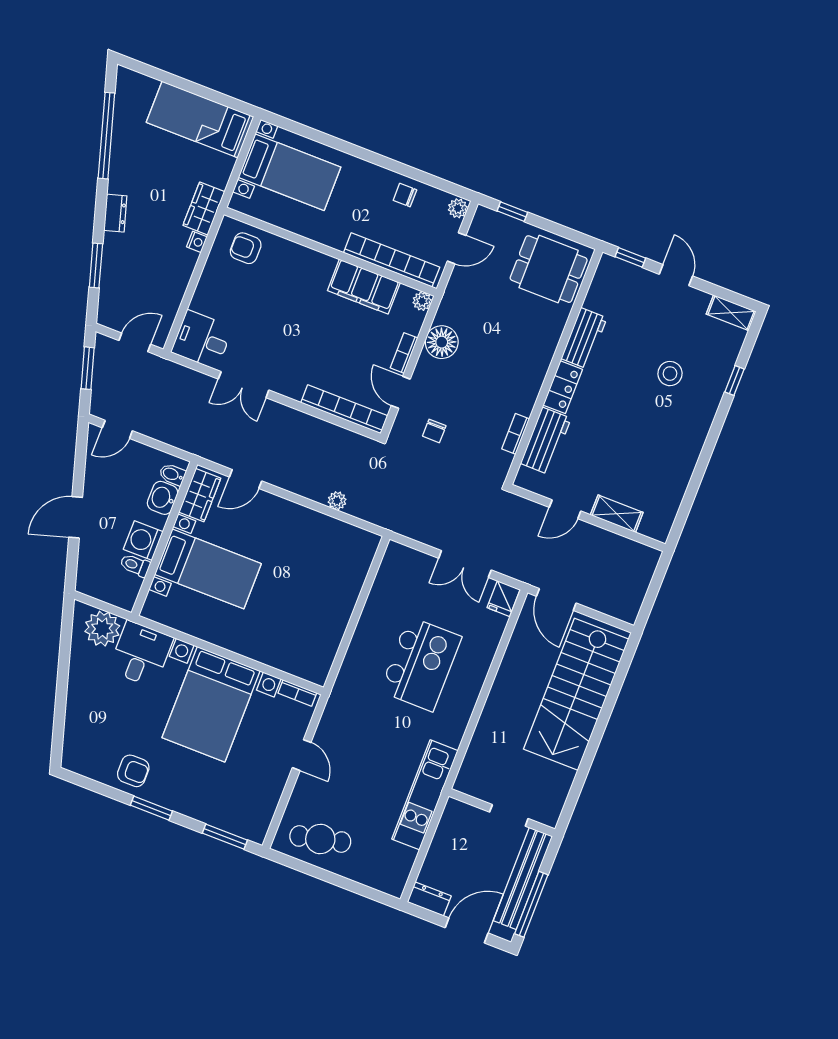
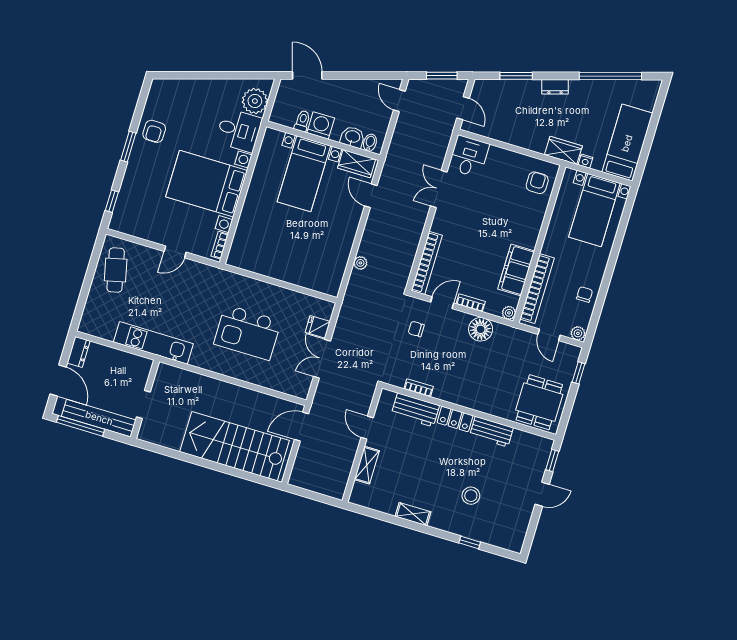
nightstand: (197, 242) -> (585, 161), moved
shelving: (731, 313) -> (413, 514), moved, turned 90
door: (76, 517) -> (307, 75), moved
fridge: (503, 599) -> (318, 327), moved
window: (225, 837) -> (112, 201), width x0.67

